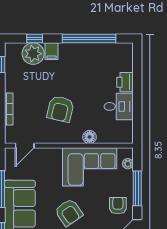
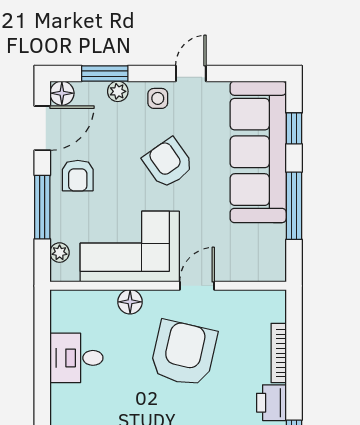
printer: (125, 82) -> (271, 403), moved, turned 180
armchair: (60, 109) -> (184, 353), width x1.36, depth x1.36
door: (25, 146) -> (197, 286), moved

